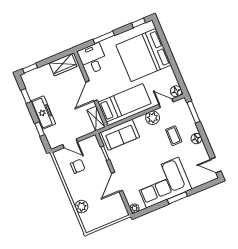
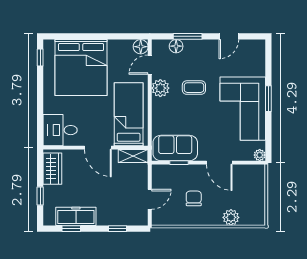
window: (104, 37) -> (40, 106), removed
window: (30, 68) -> (40, 196), moved
window: (193, 112) -> (188, 36), moved
freezer: (43, 113) -> (76, 216), moved
sofa: (120, 135) -> (175, 148), moved, turned -90
coffee table: (174, 136) -> (194, 88), moved
floor lamp: (196, 139) -> (176, 46), moved
door: (216, 165) -> (229, 36), moved
chair: (78, 166) -> (194, 198), moved

